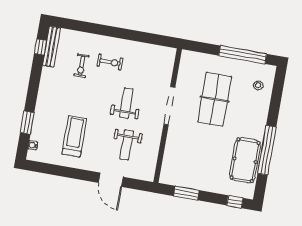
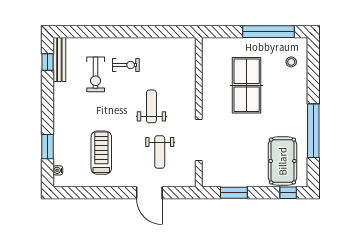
exercise bike: (81, 66) -> (96, 74), width x1.38, depth x1.39
doorway: (169, 106) -> (199, 140), moved
pool table: (245, 160) -> (282, 161), moved

